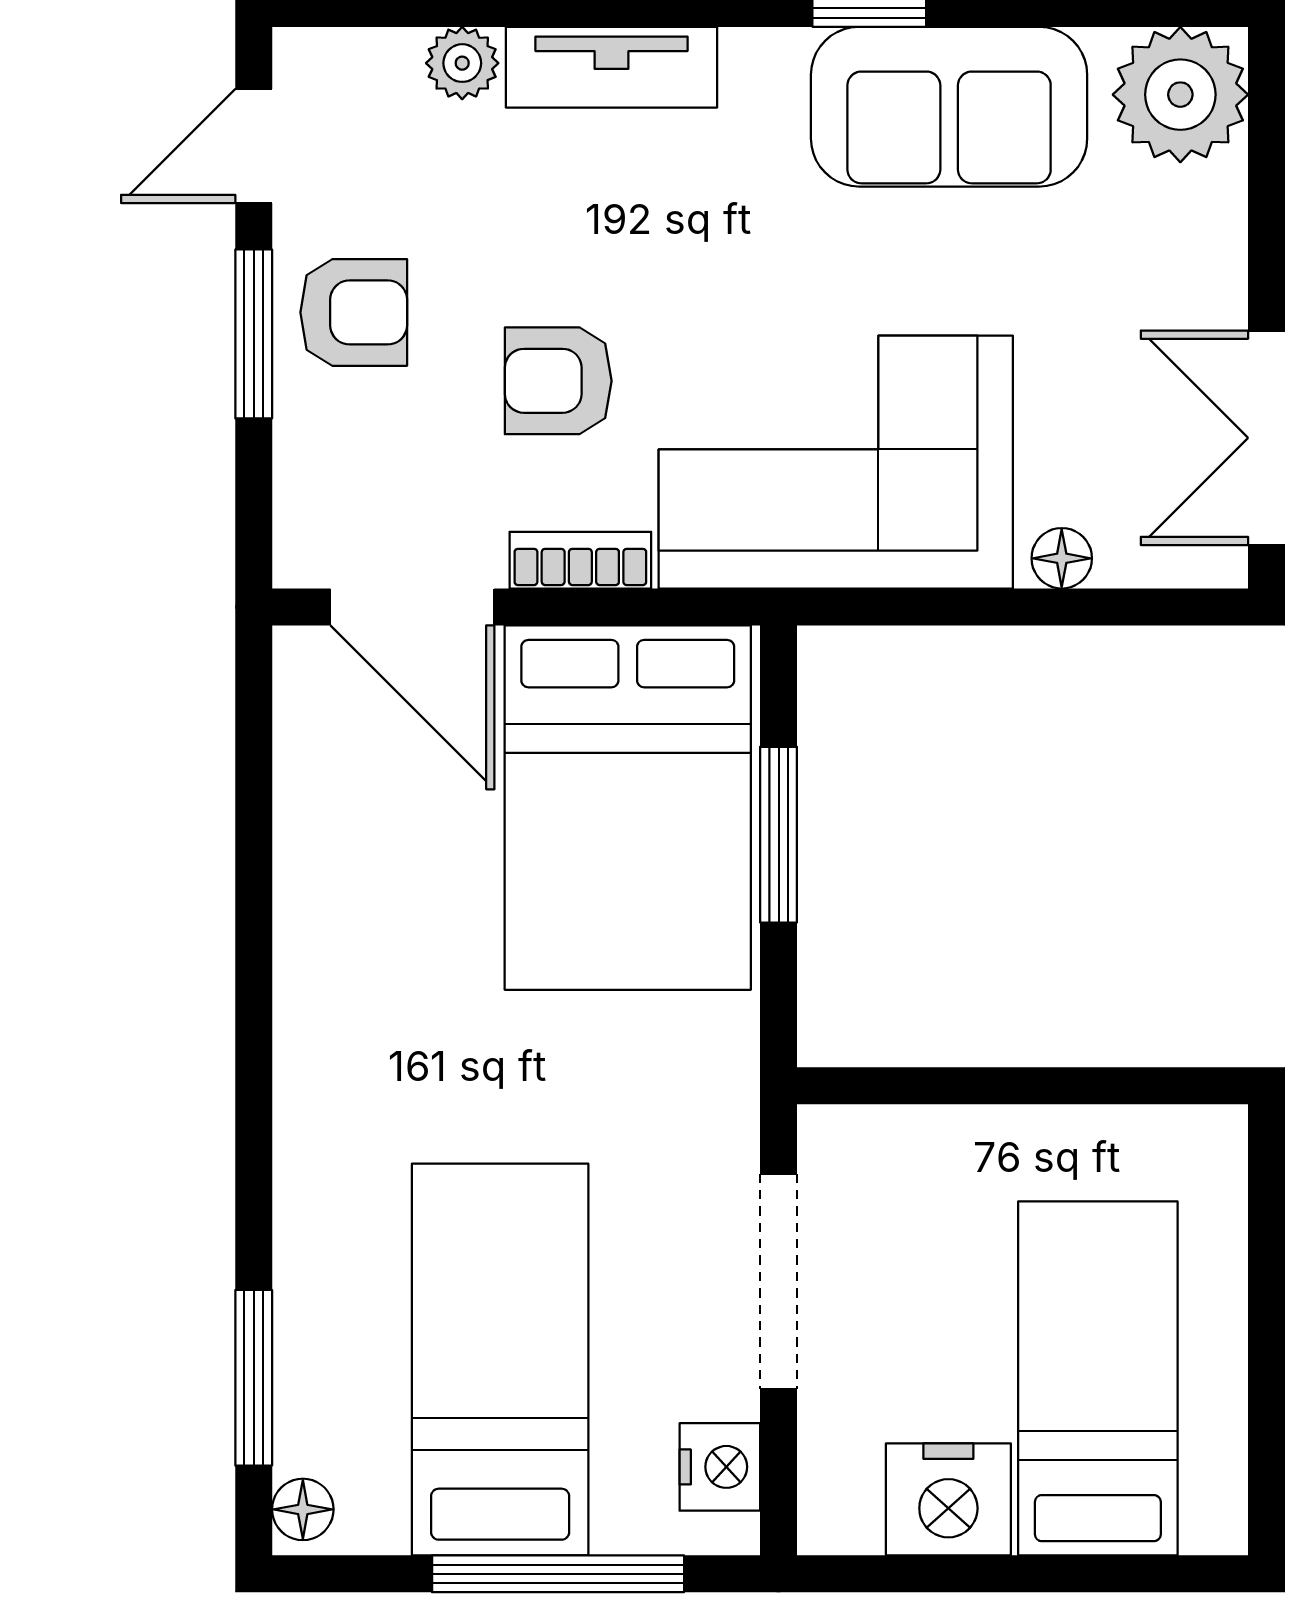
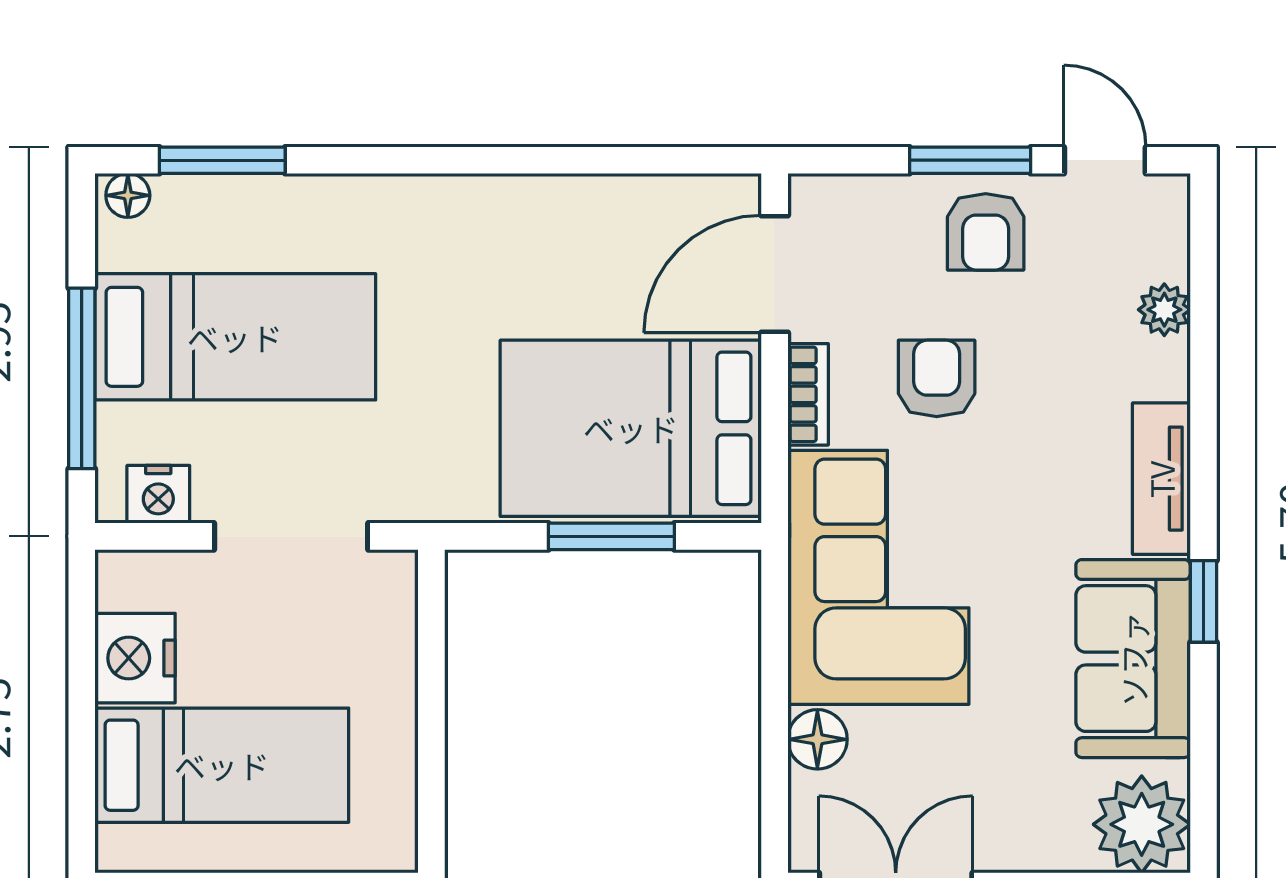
tv unit: (611, 67) -> (1161, 479), moved
floor lamp: (1062, 558) -> (817, 739), width x1.37, depth x1.37

